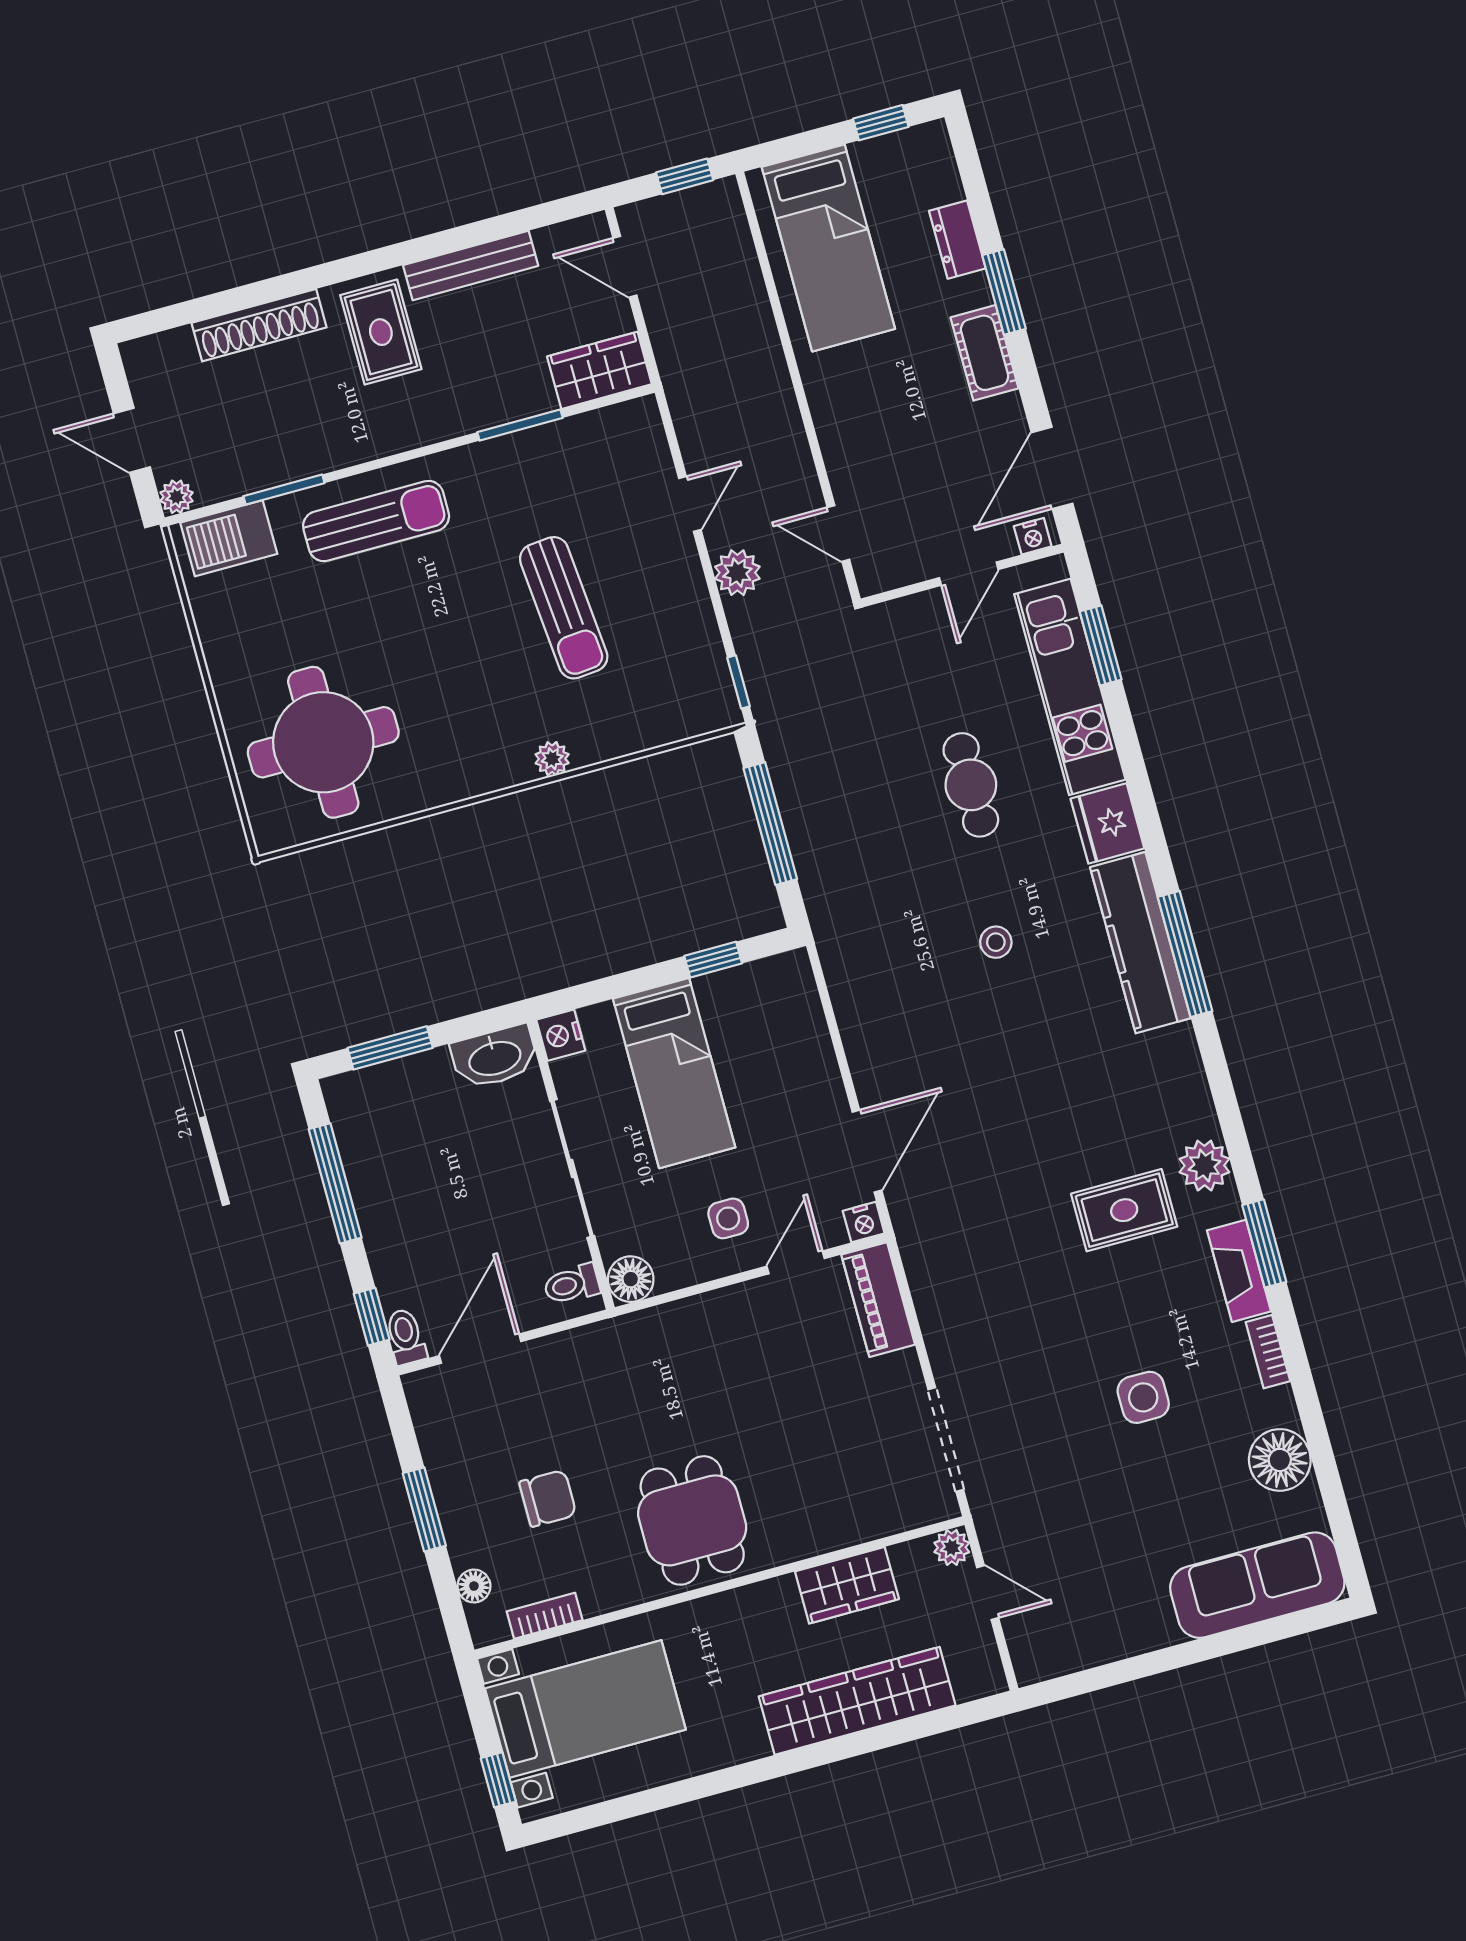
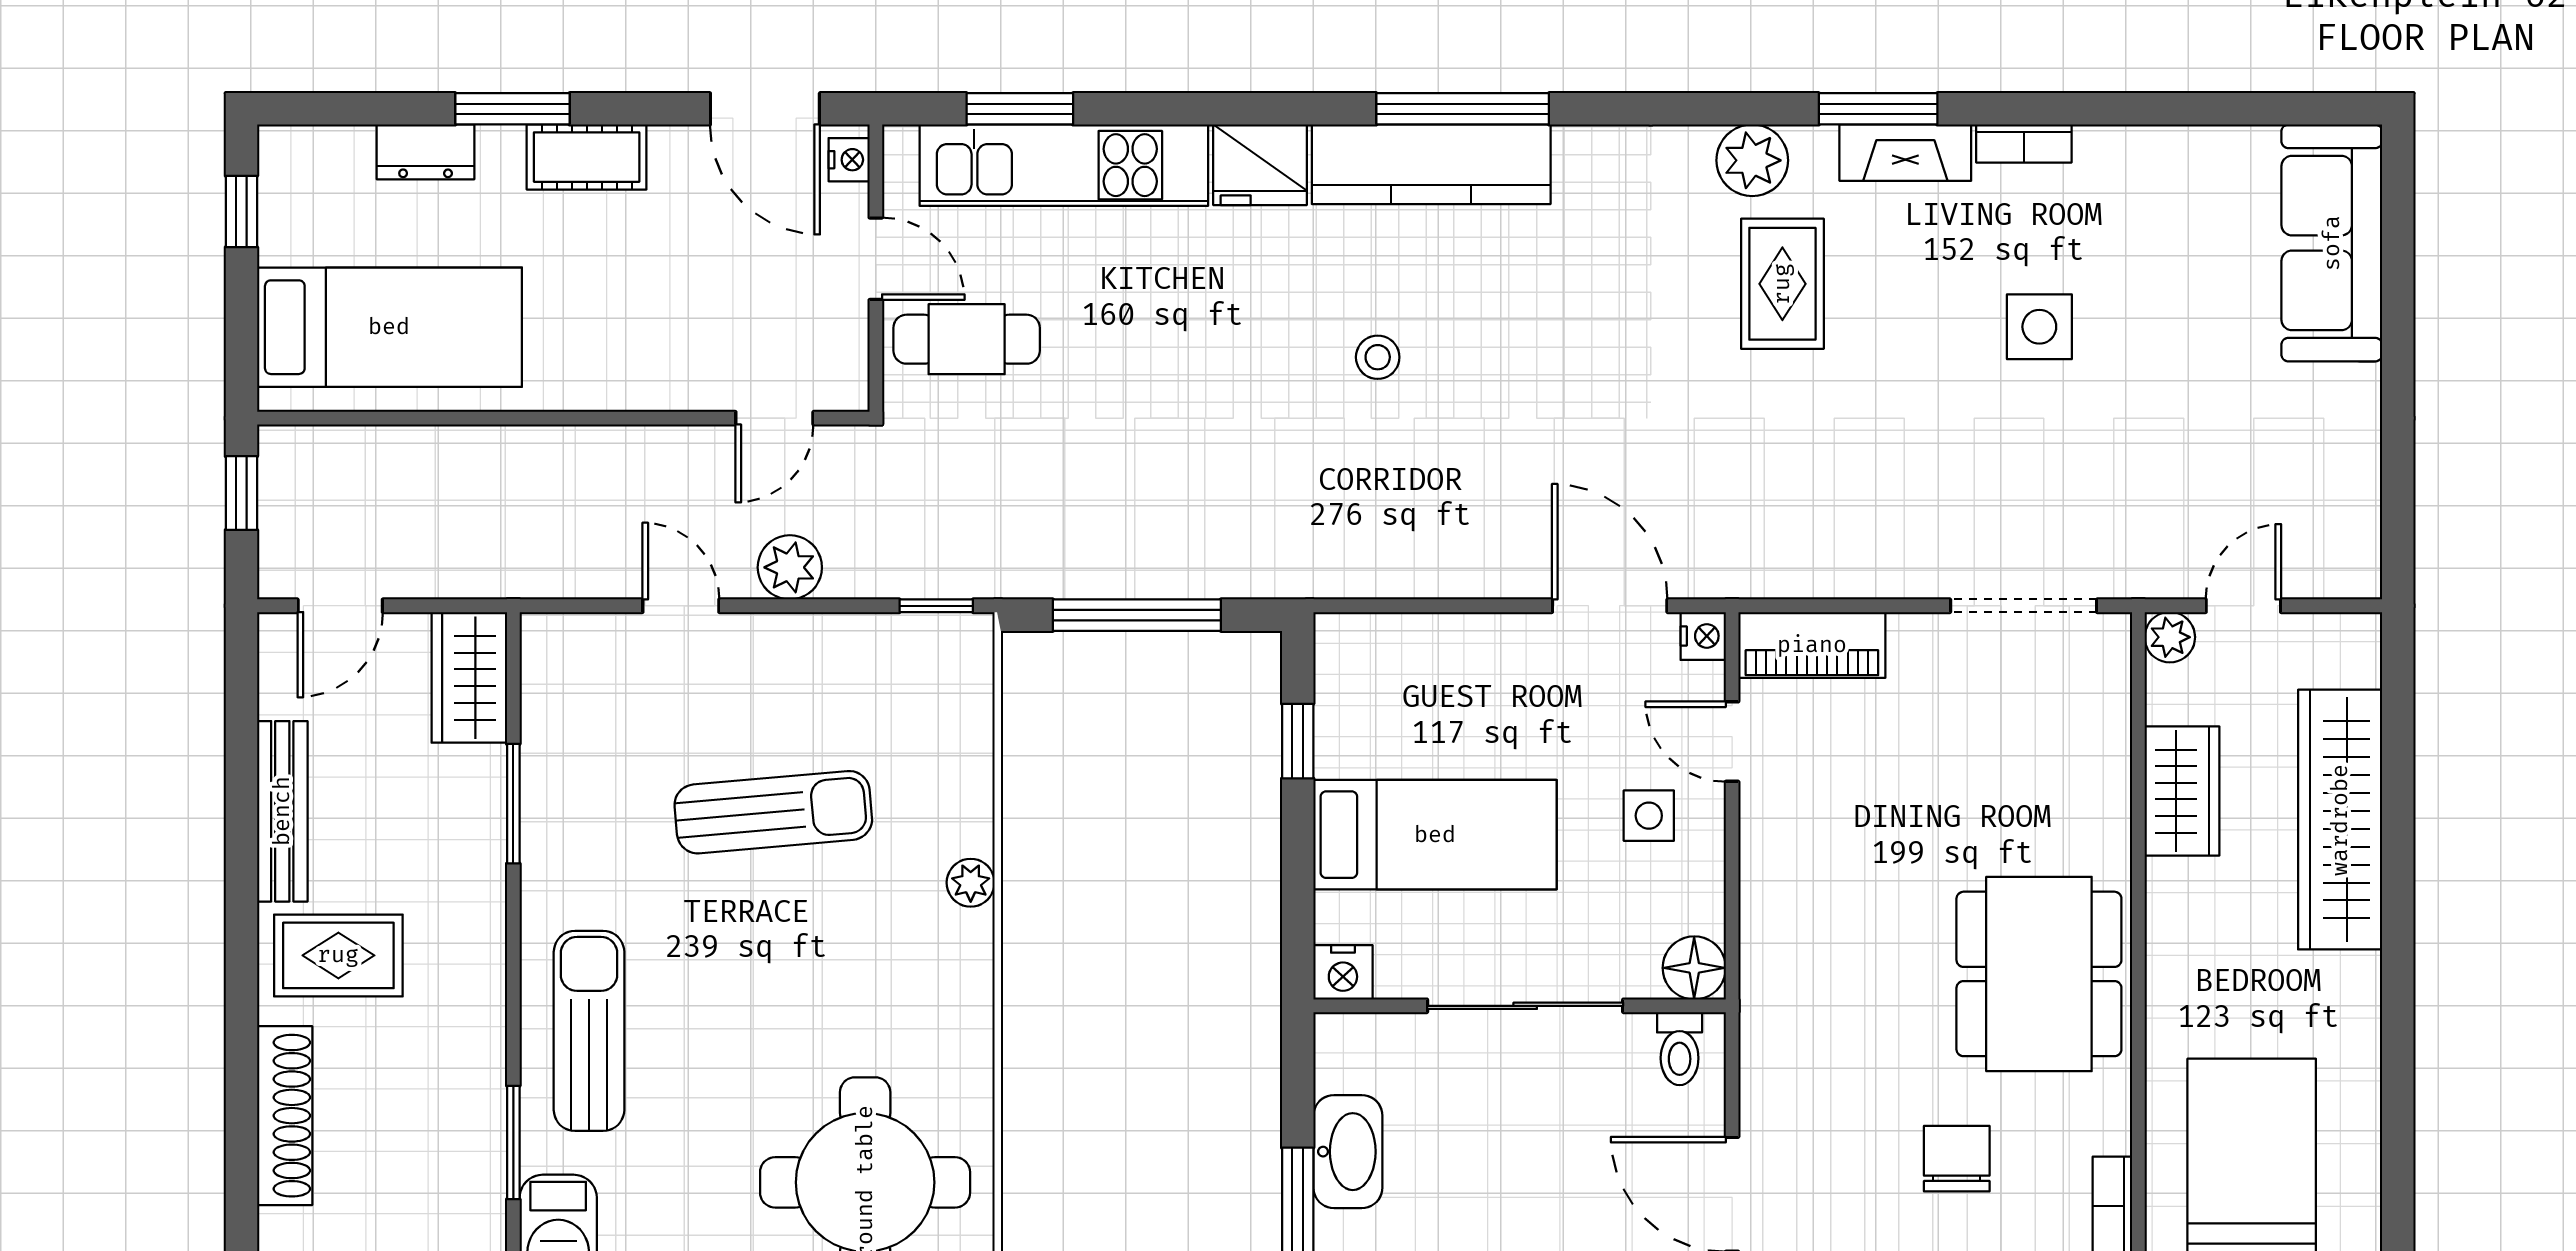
cafe table: (971, 785) -> (967, 339), moved
washbasin: (495, 1057) -> (1348, 1152), moved
floor lamp: (1280, 1460) -> (2173, 167), removed
dining table: (692, 1520) -> (2039, 974), width x1.38

